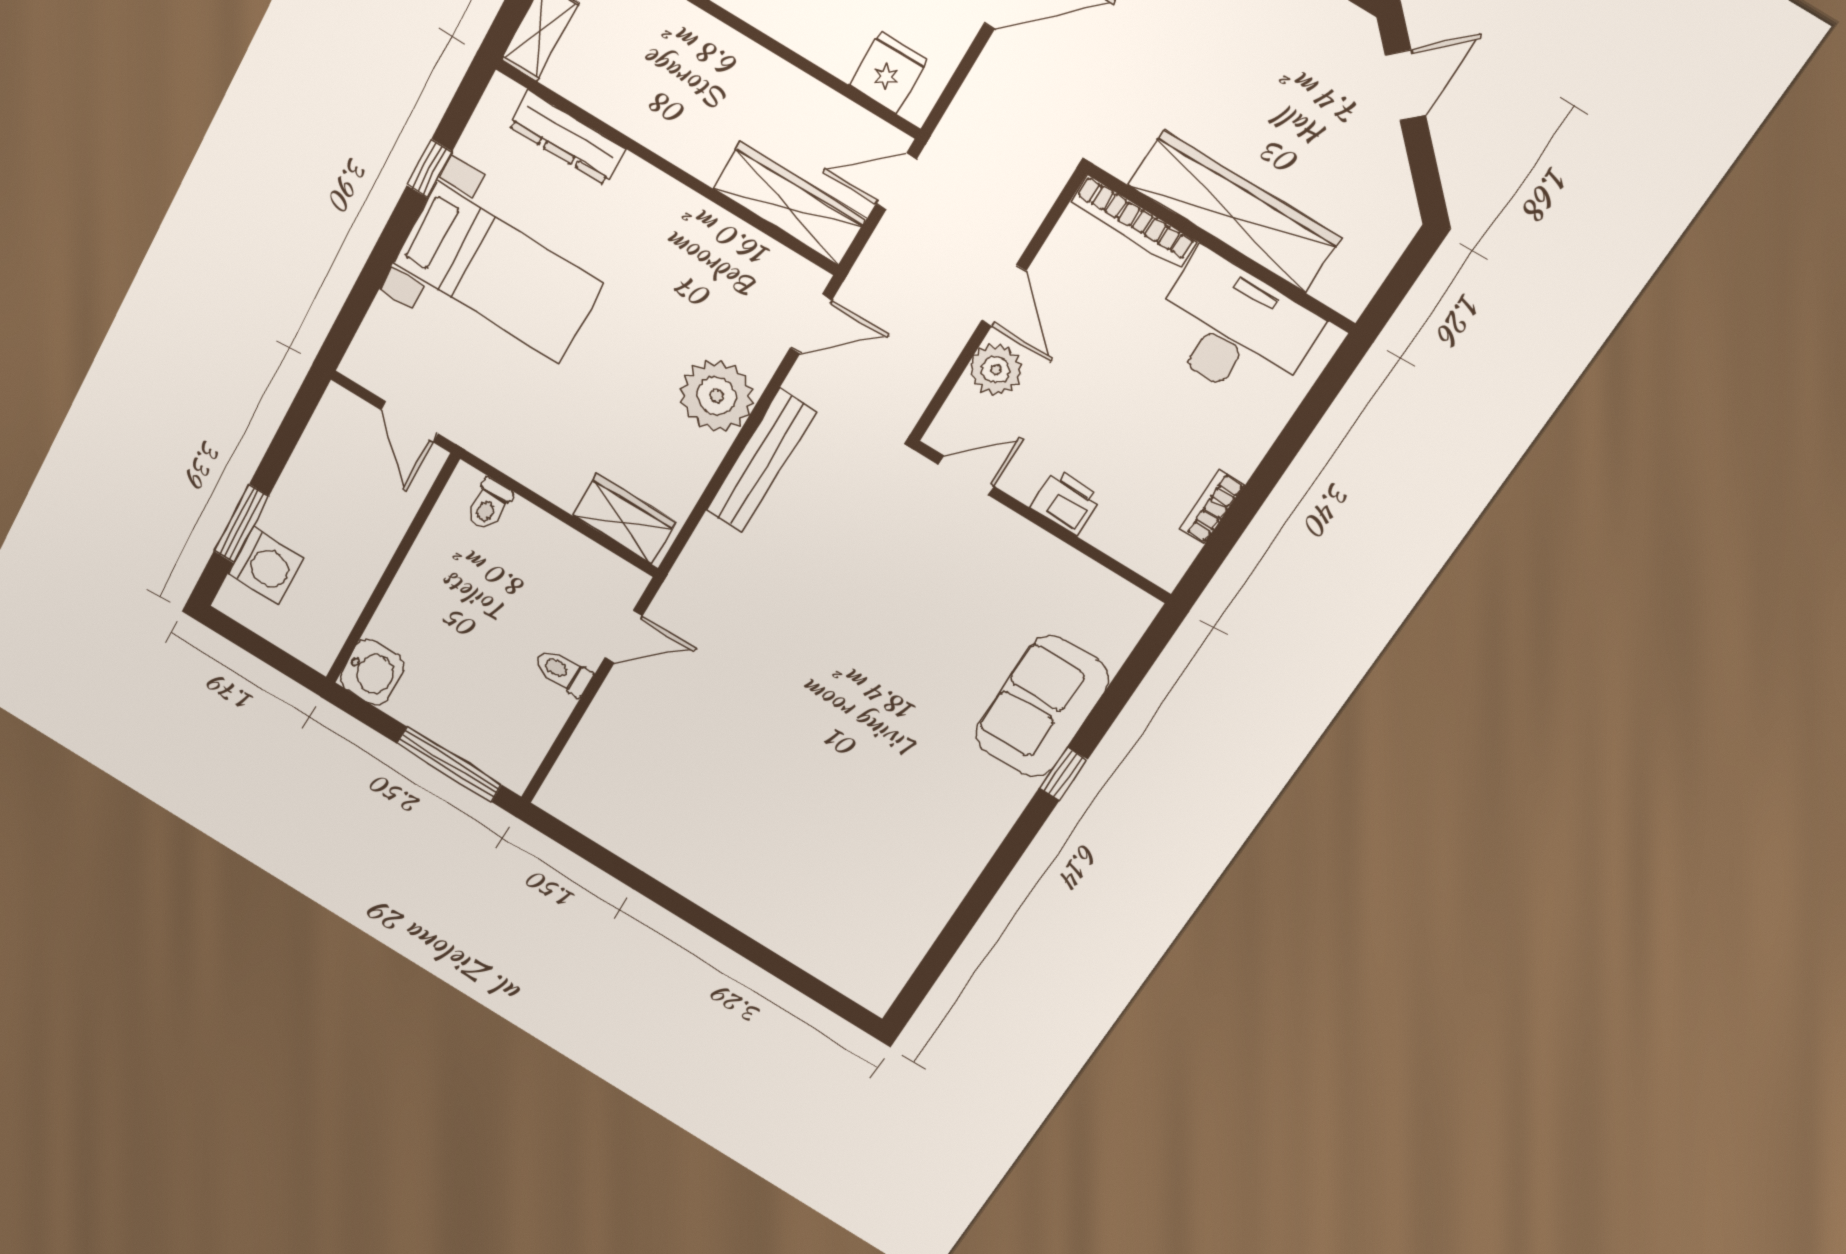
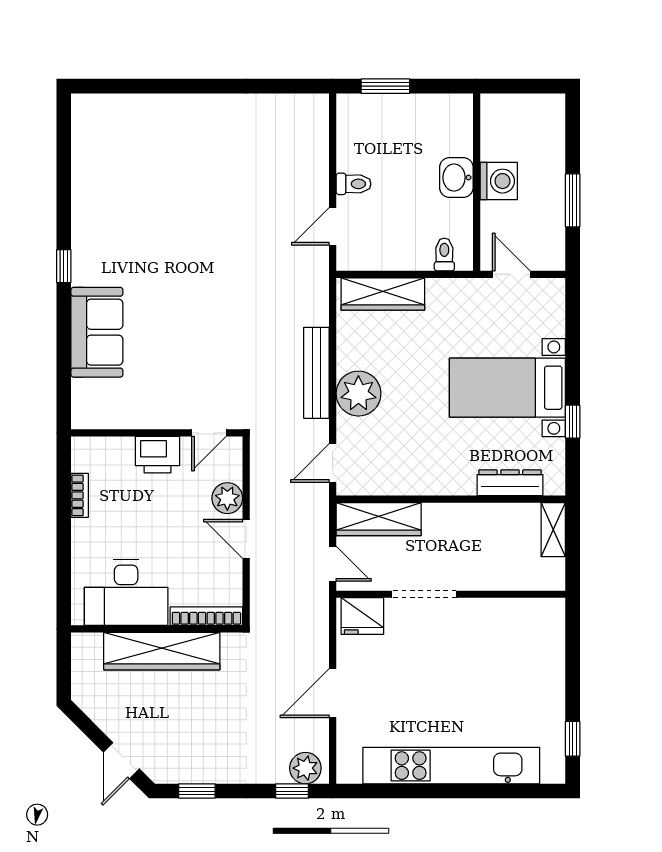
doorway: (786, 53) -> (424, 594), added
fridge: (888, 72) -> (362, 616), width x1.38
door: (896, 182) -> (333, 564), hinge flipped
printer: (1066, 502) -> (157, 455), width x1.36, depth x1.24
wardrobe: (624, 519) -> (383, 294), width x1.50
window: (241, 524) -> (573, 200), moved
washing machine: (266, 566) -> (499, 181), moved, turned 180
washbasin: (372, 672) -> (456, 177), moved
window: (449, 764) -> (385, 86), width x0.69
window: (1063, 774) -> (64, 266), moved

